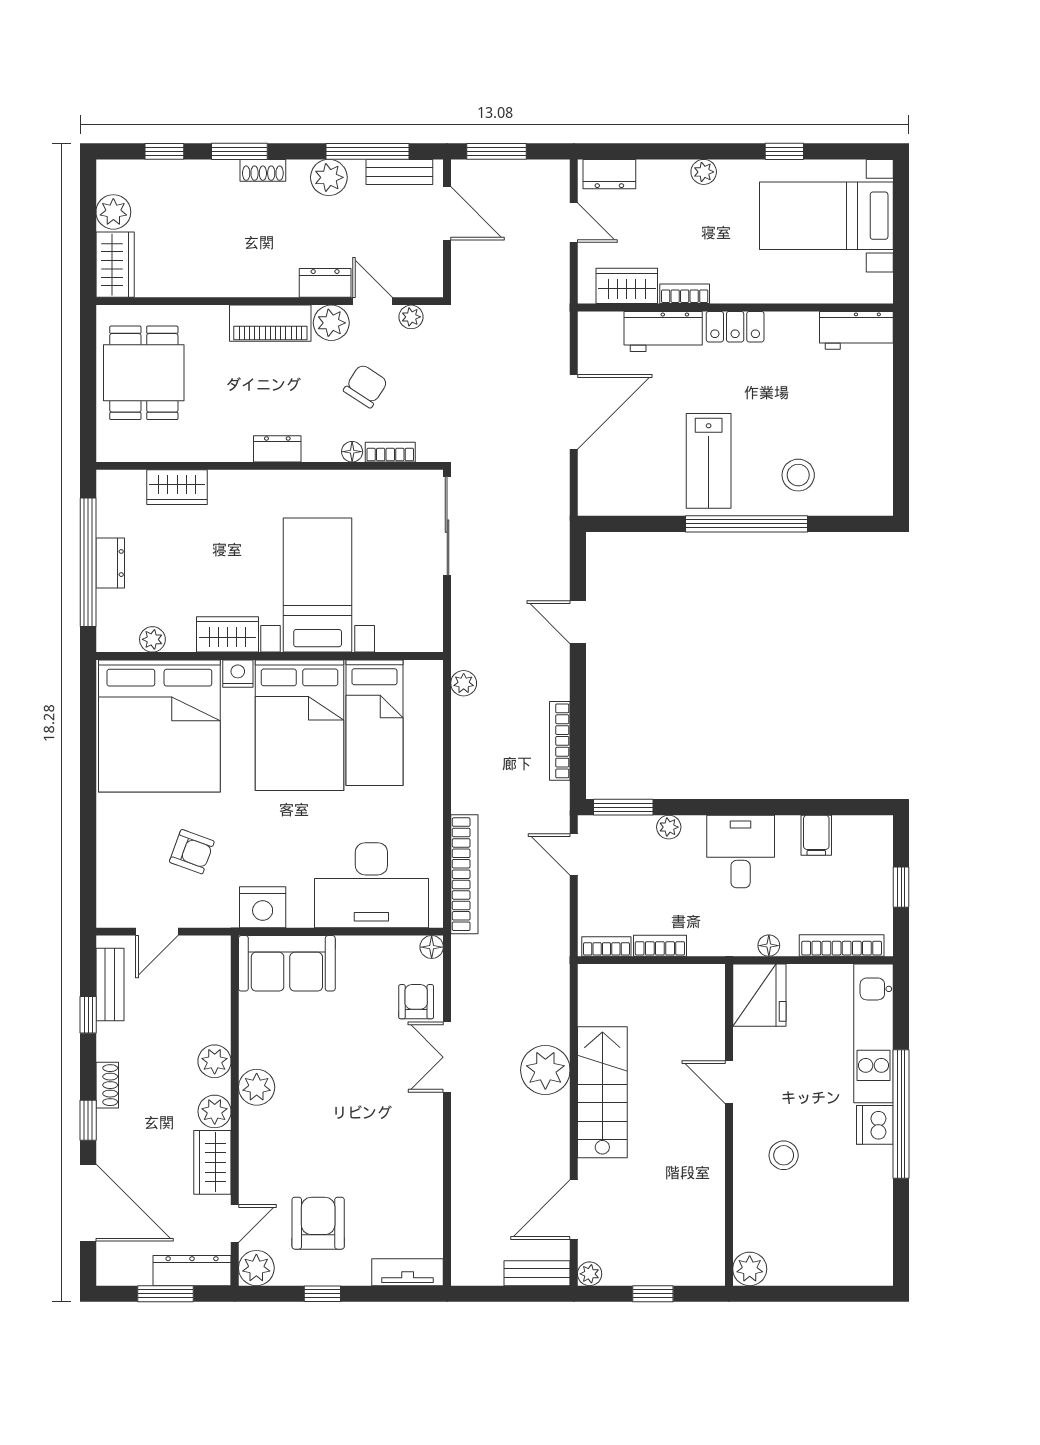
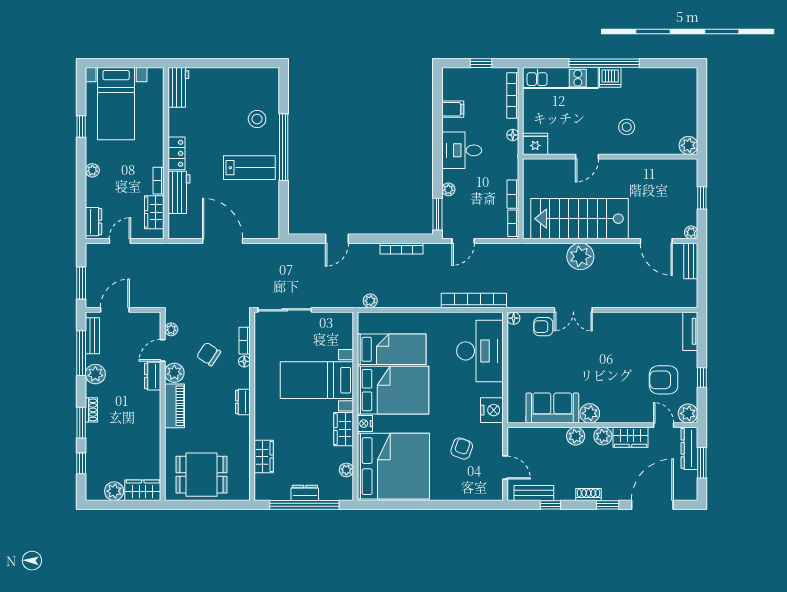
sofa: (287, 963) -> (552, 408), moved, turned -90
fridge: (759, 995) -> (535, 144), width x0.73, depth x0.75
stairs: (602, 1092) -> (579, 219), width x1.36, depth x1.51

